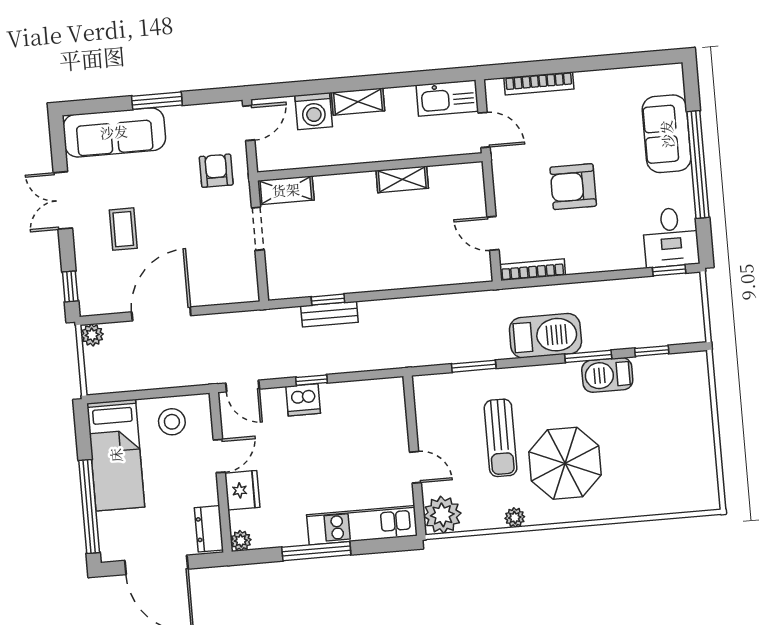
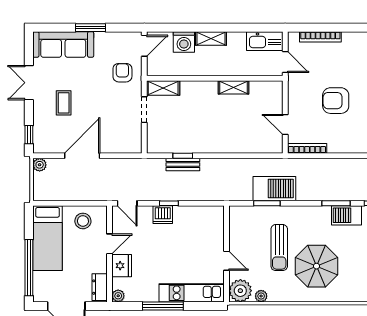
barbecue: (545, 336) -> (274, 189), moved
plant: (515, 517) -> (261, 296), moved

